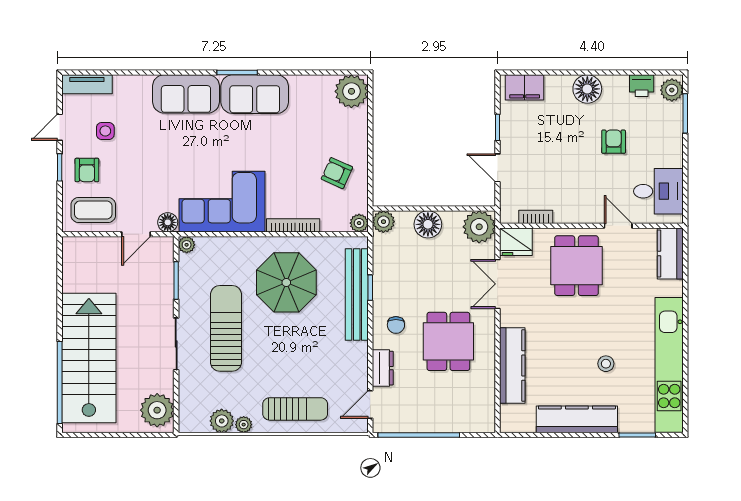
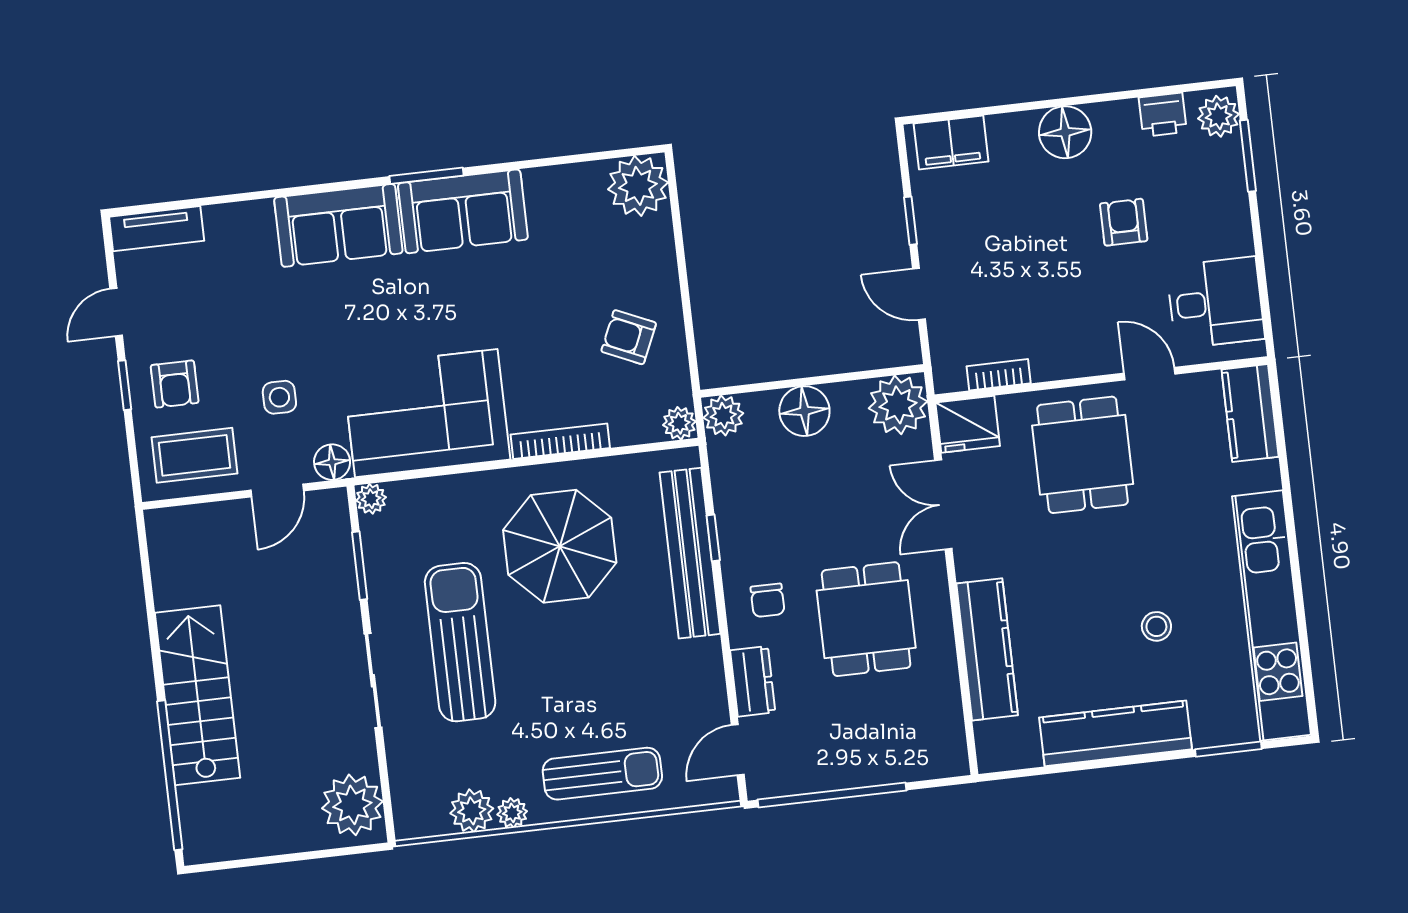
side table: (105, 131) -> (279, 397), moved
stairs: (89, 358) -> (197, 695), width x0.73, depth x0.66

